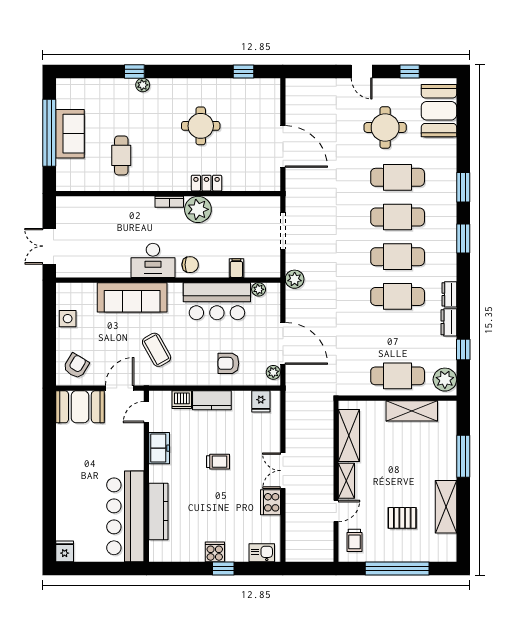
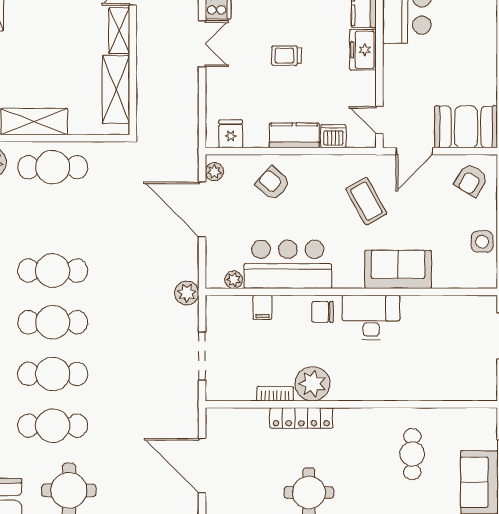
locker: (207, 183) -> (301, 418), width x1.53
bookcase: (169, 202) -> (275, 394), moved
sofa: (132, 297) -> (398, 269), width x0.73
armchair: (228, 363) -> (273, 183), turned -139
door: (146, 412) -> (379, 120), swing flipped
freezer: (159, 448) -> (363, 50), moved

